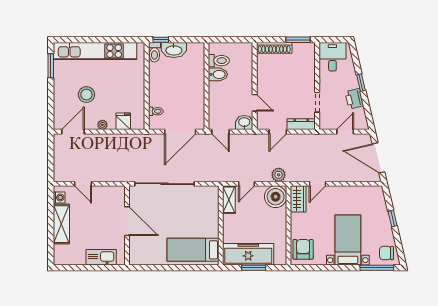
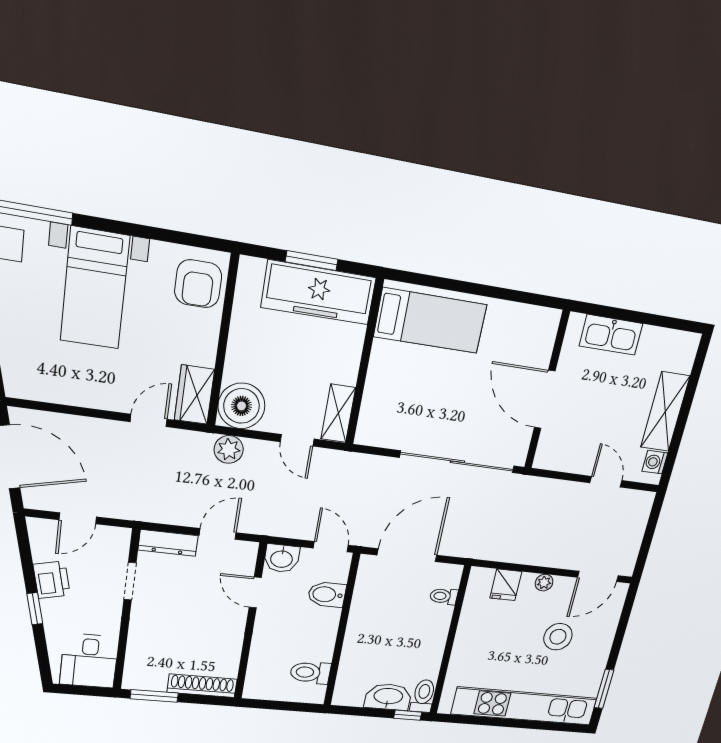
bidet: (218, 74) -> (327, 594), moved
door: (246, 184) -> (297, 440), swing flipped

